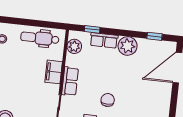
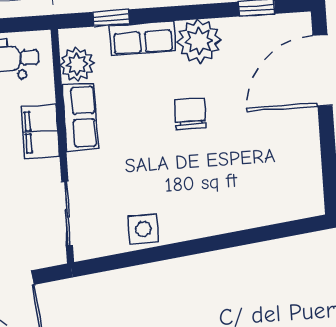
row of seats: (70, 81) -> (80, 117), moved
chair: (108, 100) -> (190, 114), moved

